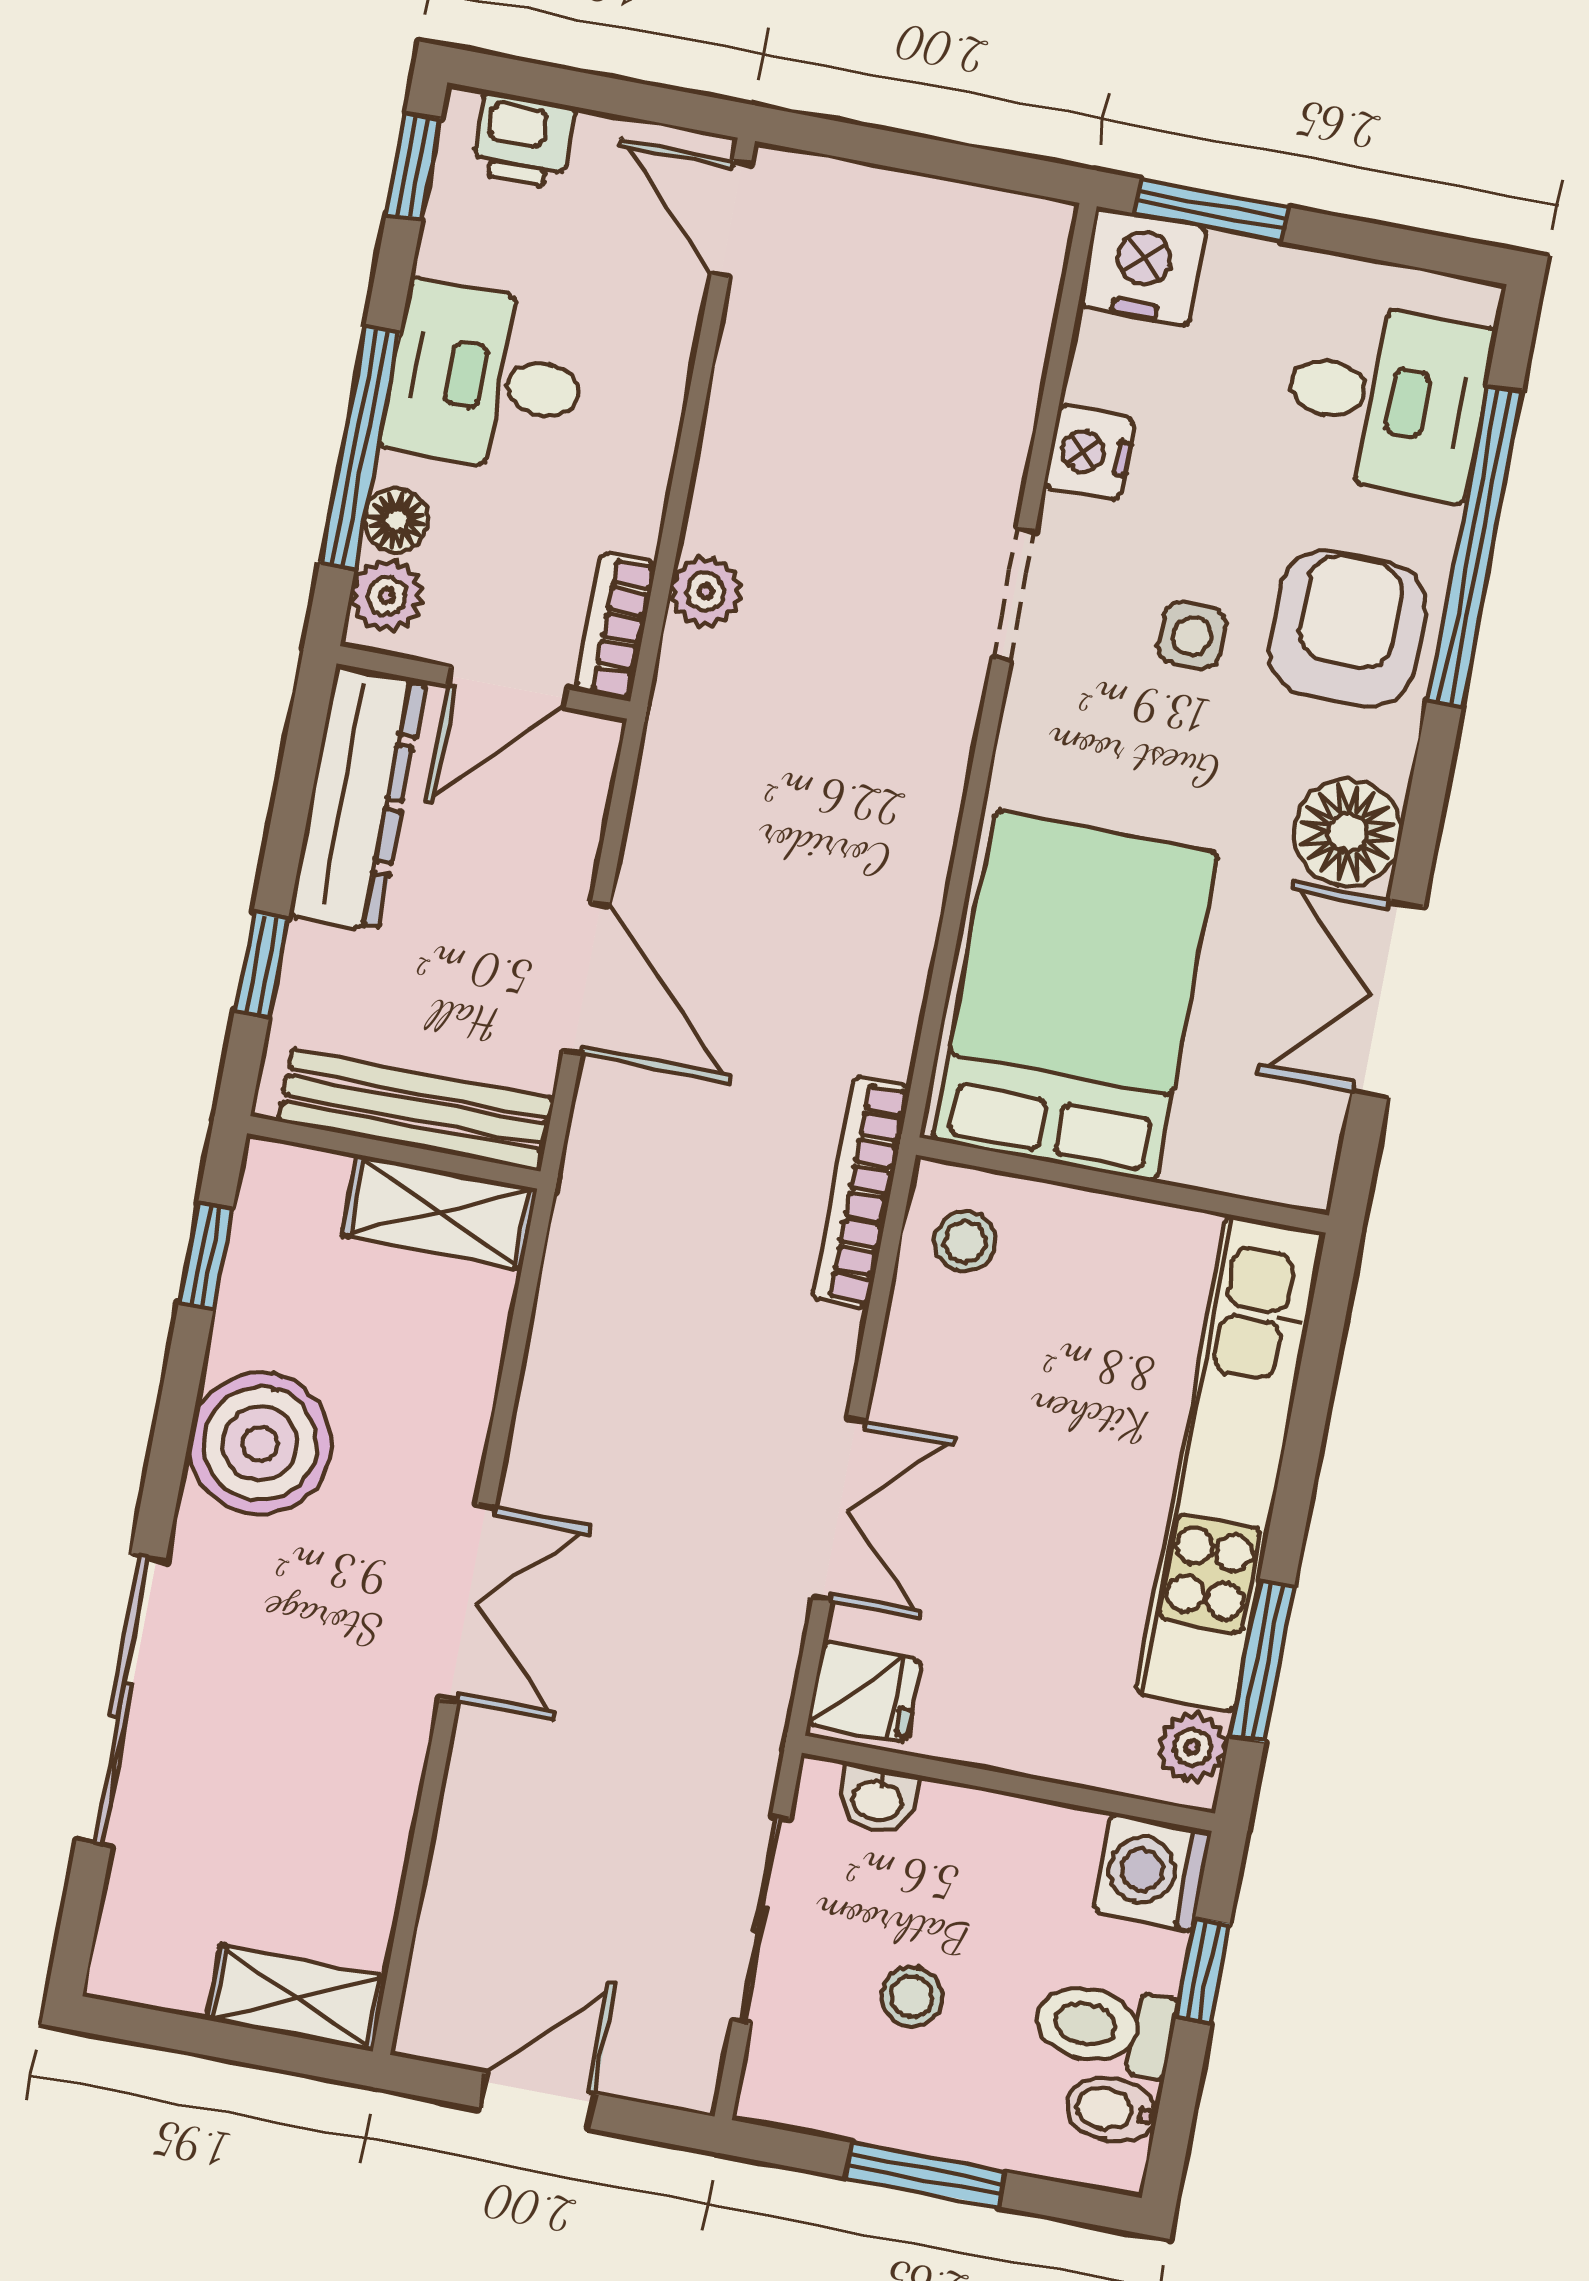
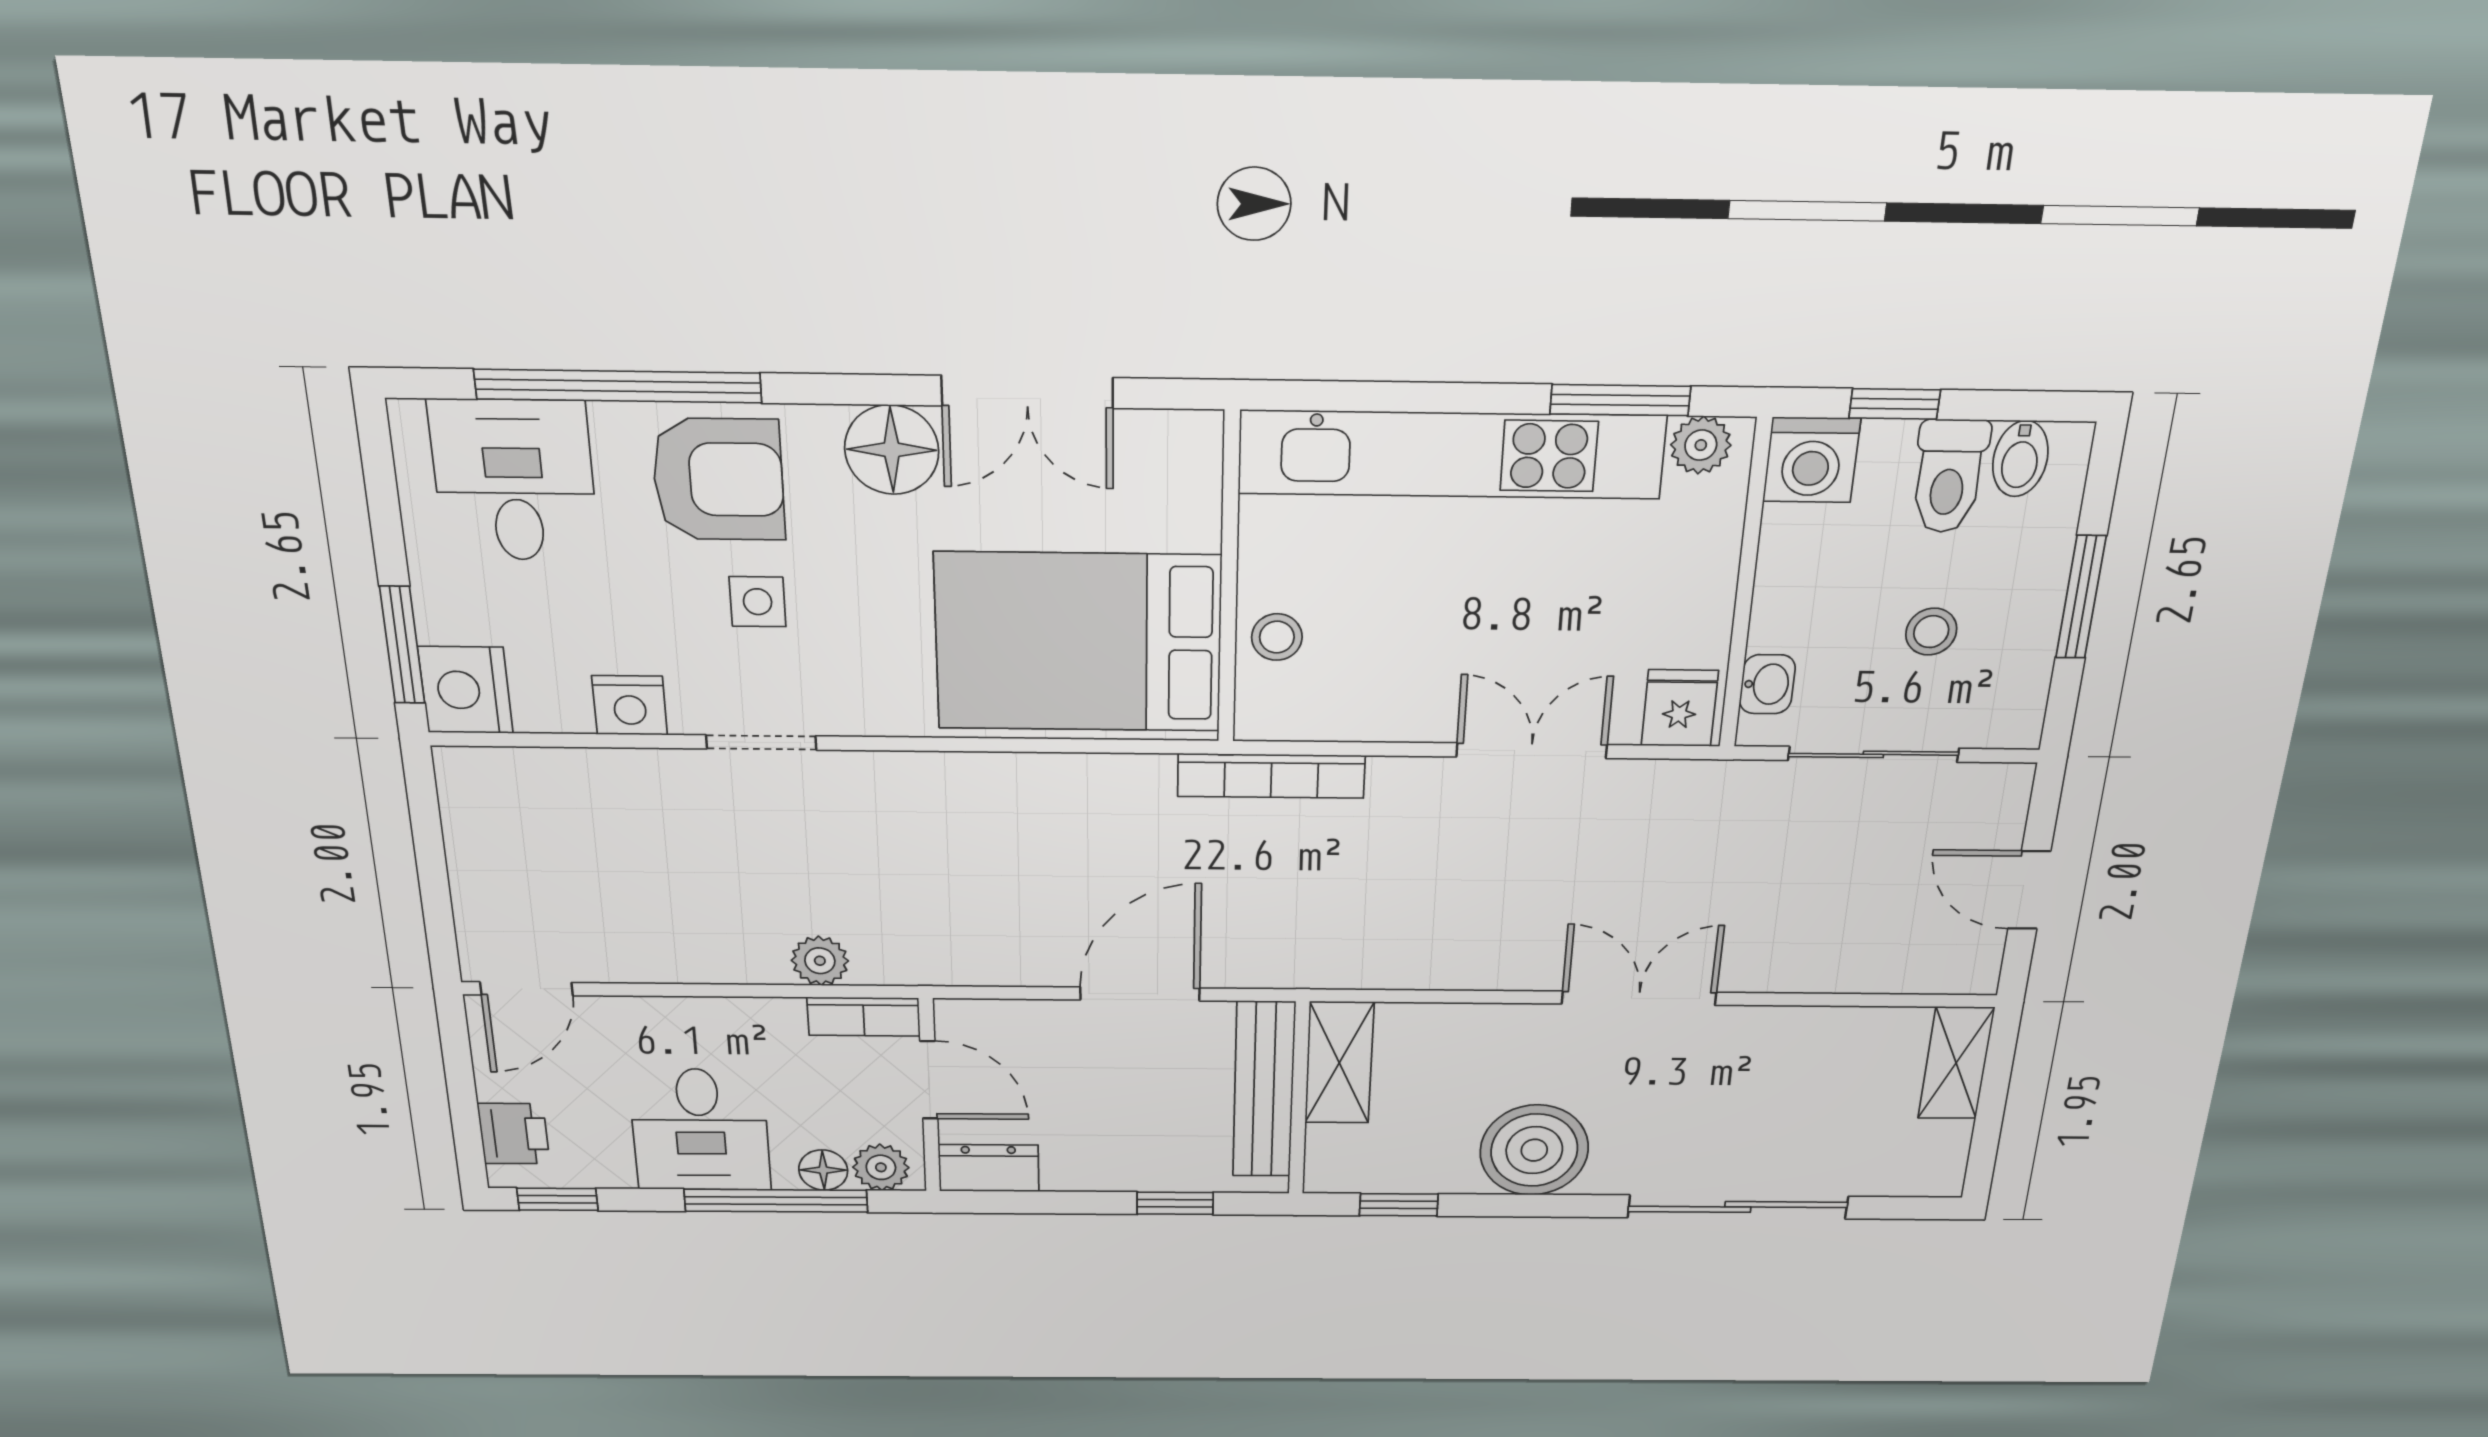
armchair: (1347, 629) -> (718, 479), turned 180
dresser: (357, 798) -> (989, 1168), width x0.51, depth x0.80
stool: (965, 1241) -> (1277, 637), moved

